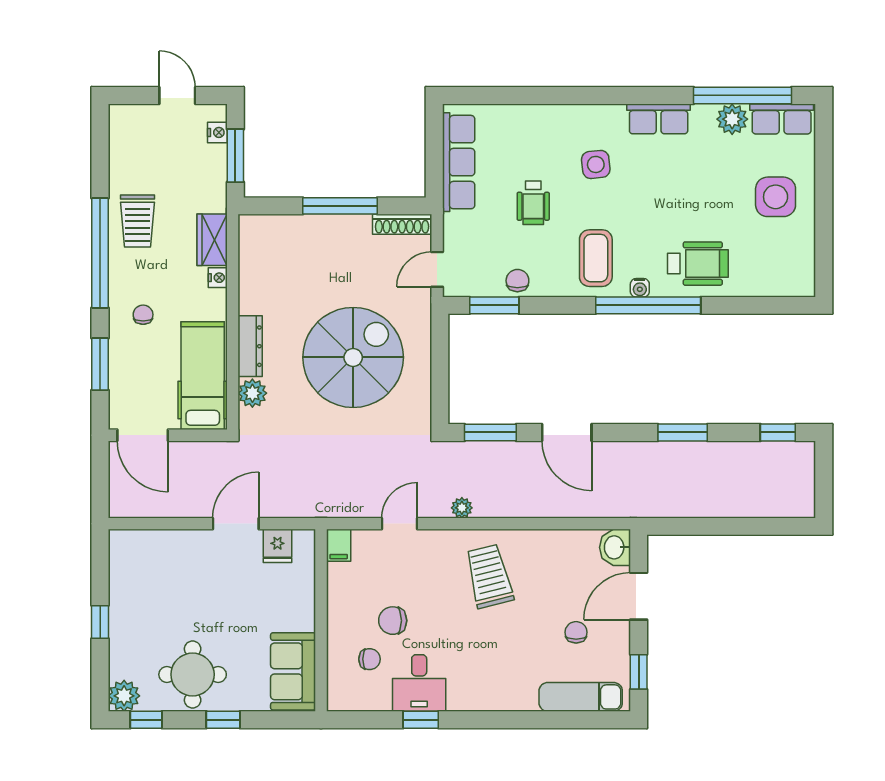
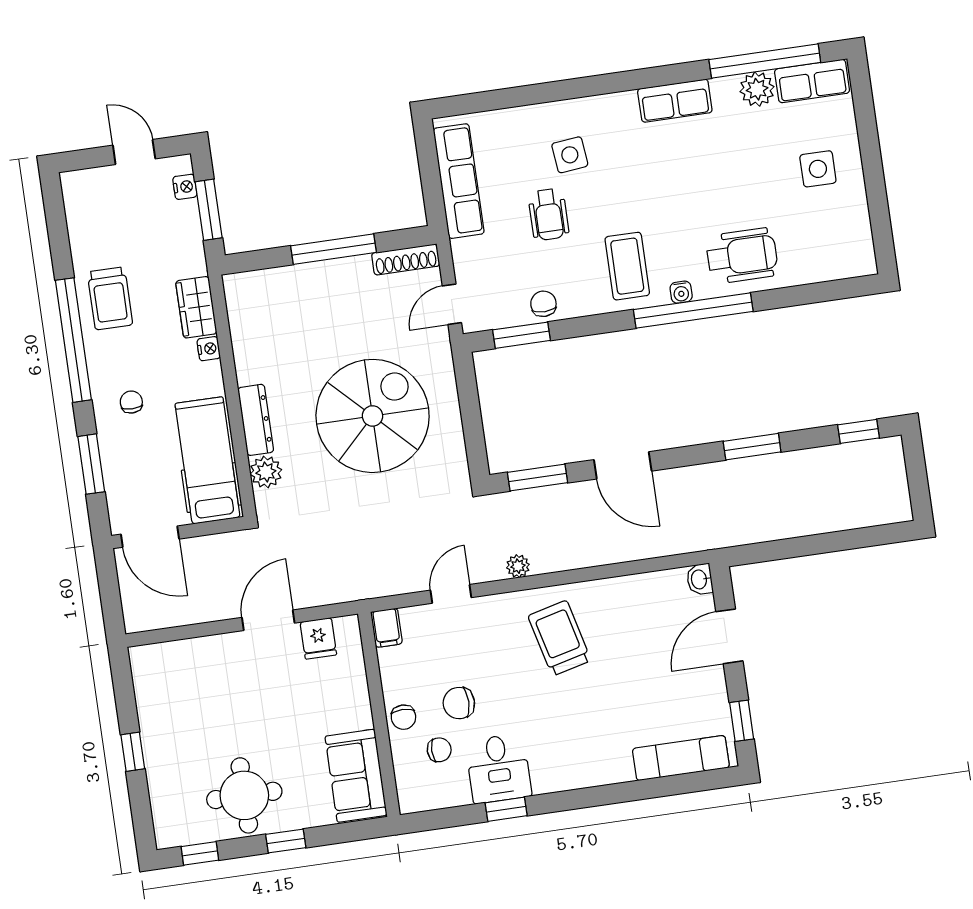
side table: (596, 164) -> (570, 155), moved
side table: (776, 197) -> (818, 169), width x0.73, depth x0.73
washbasin: (615, 547) -> (700, 579), width x0.72, depth x0.69
chair: (576, 632) -> (403, 717), moved, turned 180
plant: (124, 696) -> (171, 830), removed

